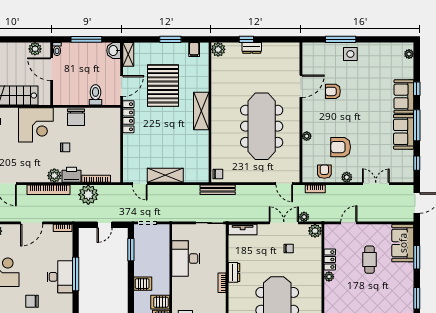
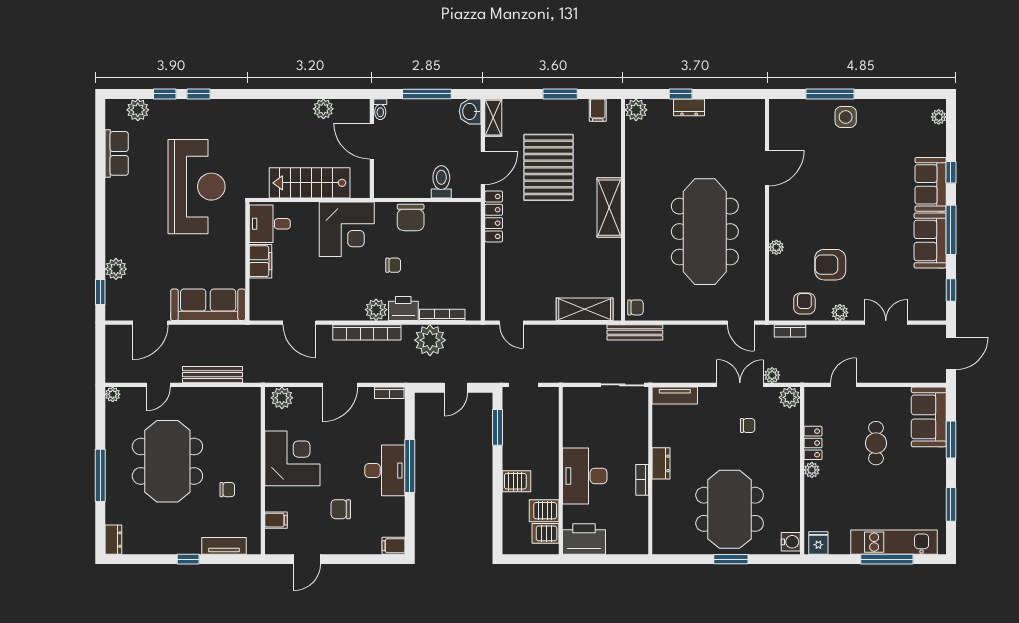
plant: (35, 49) -> (323, 109), moved
armchair: (333, 91) -> (818, 176), removed
shelving: (165, 175) -> (585, 309), moved
desk: (186, 259) -> (585, 476), moved

